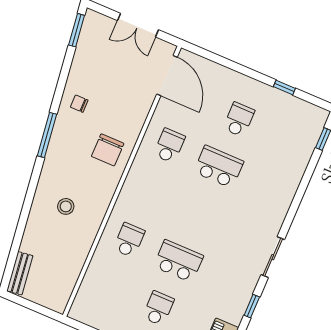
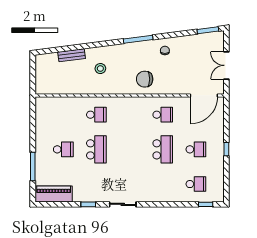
window: (284, 88) -> (226, 149), moved
school desk: (288, 141) -> (196, 184), added
bench: (20, 273) -> (72, 55), moved

